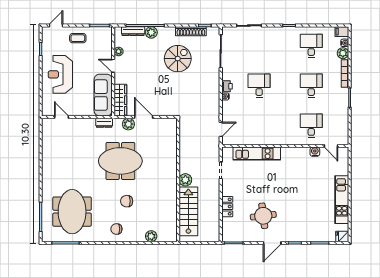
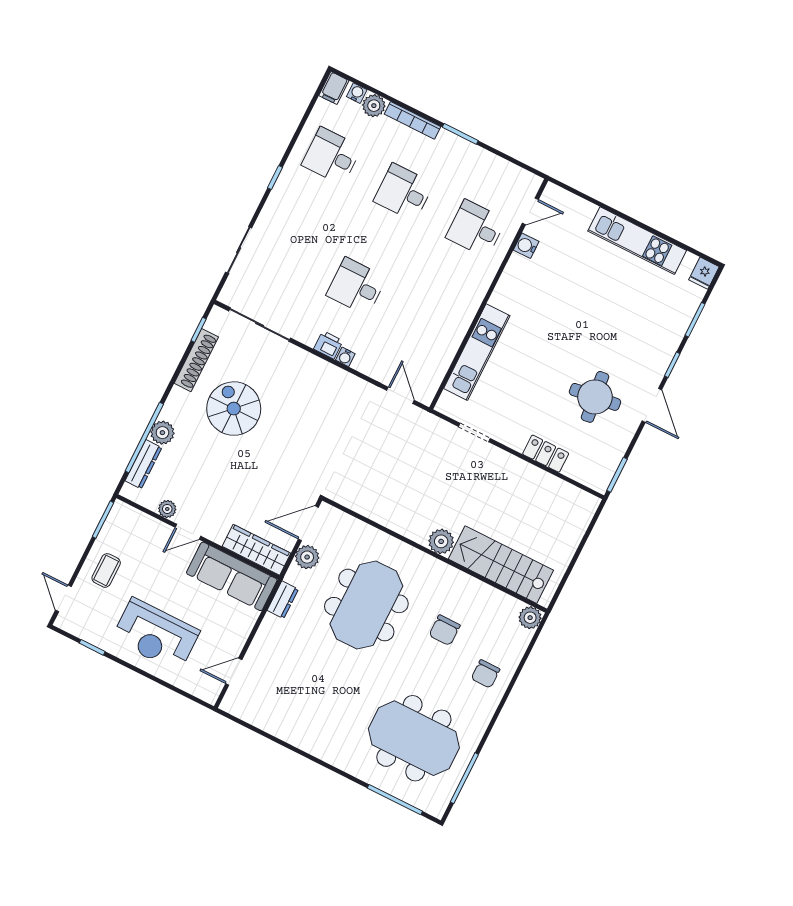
wall: (178, 180) -> (435, 555), moved
plant: (185, 180) -> (441, 541), moved
stairs: (188, 211) -> (501, 565), moved

